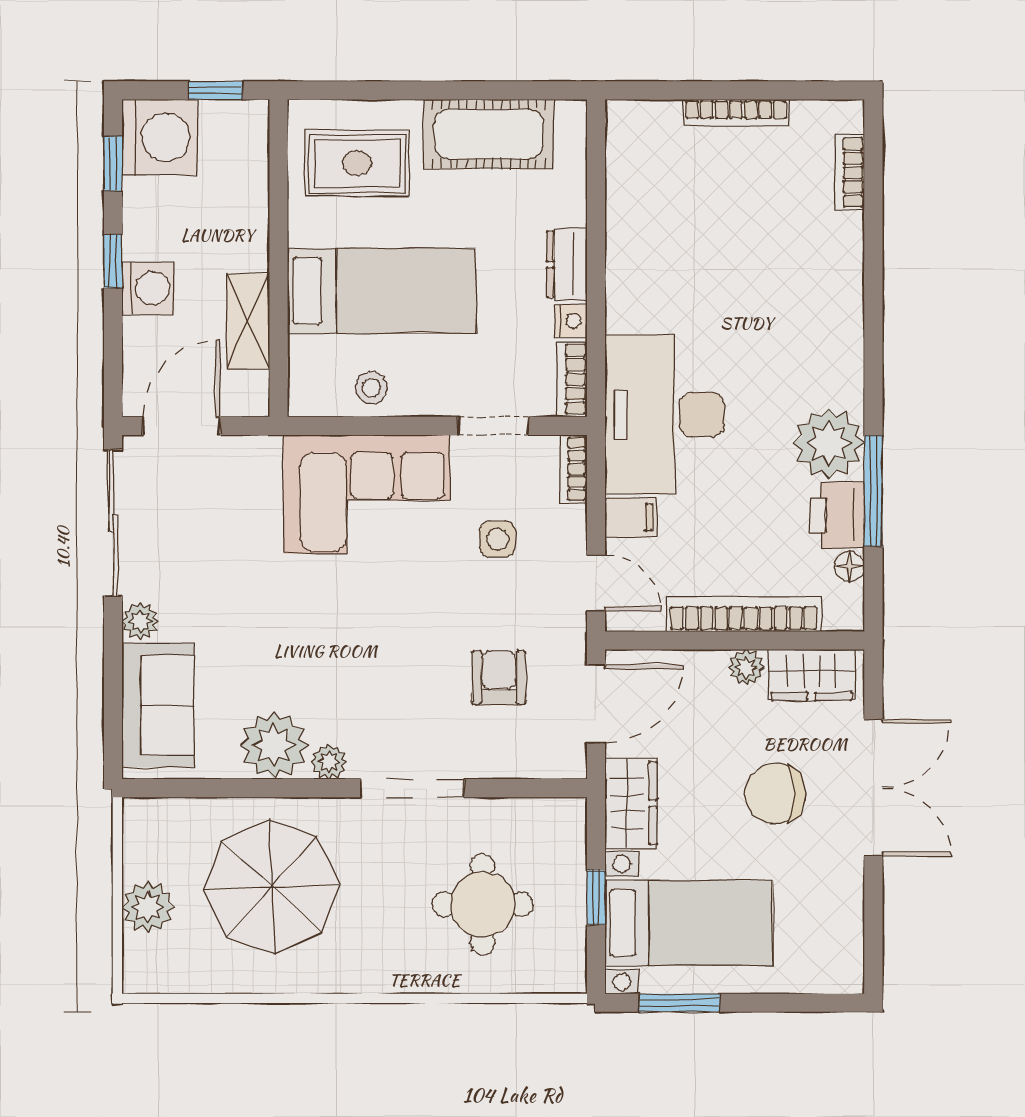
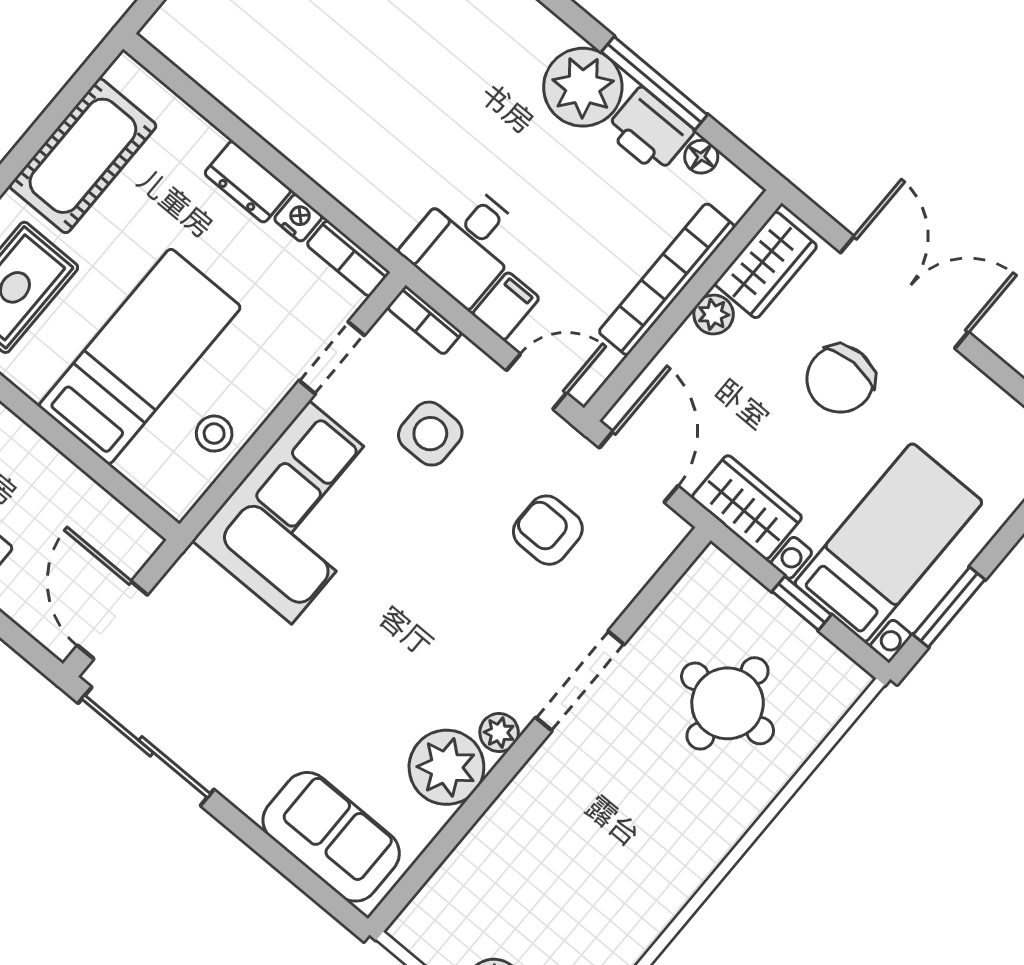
shelving: (248, 321) -> (71, 490), removed
desk: (665, 414) -> (465, 243), width x0.53, depth x0.77
side table: (498, 539) -> (430, 434), width x1.37, depth x1.37
plant: (140, 621) -> (248, 792), removed
parasol: (272, 887) -> (564, 869), removed

